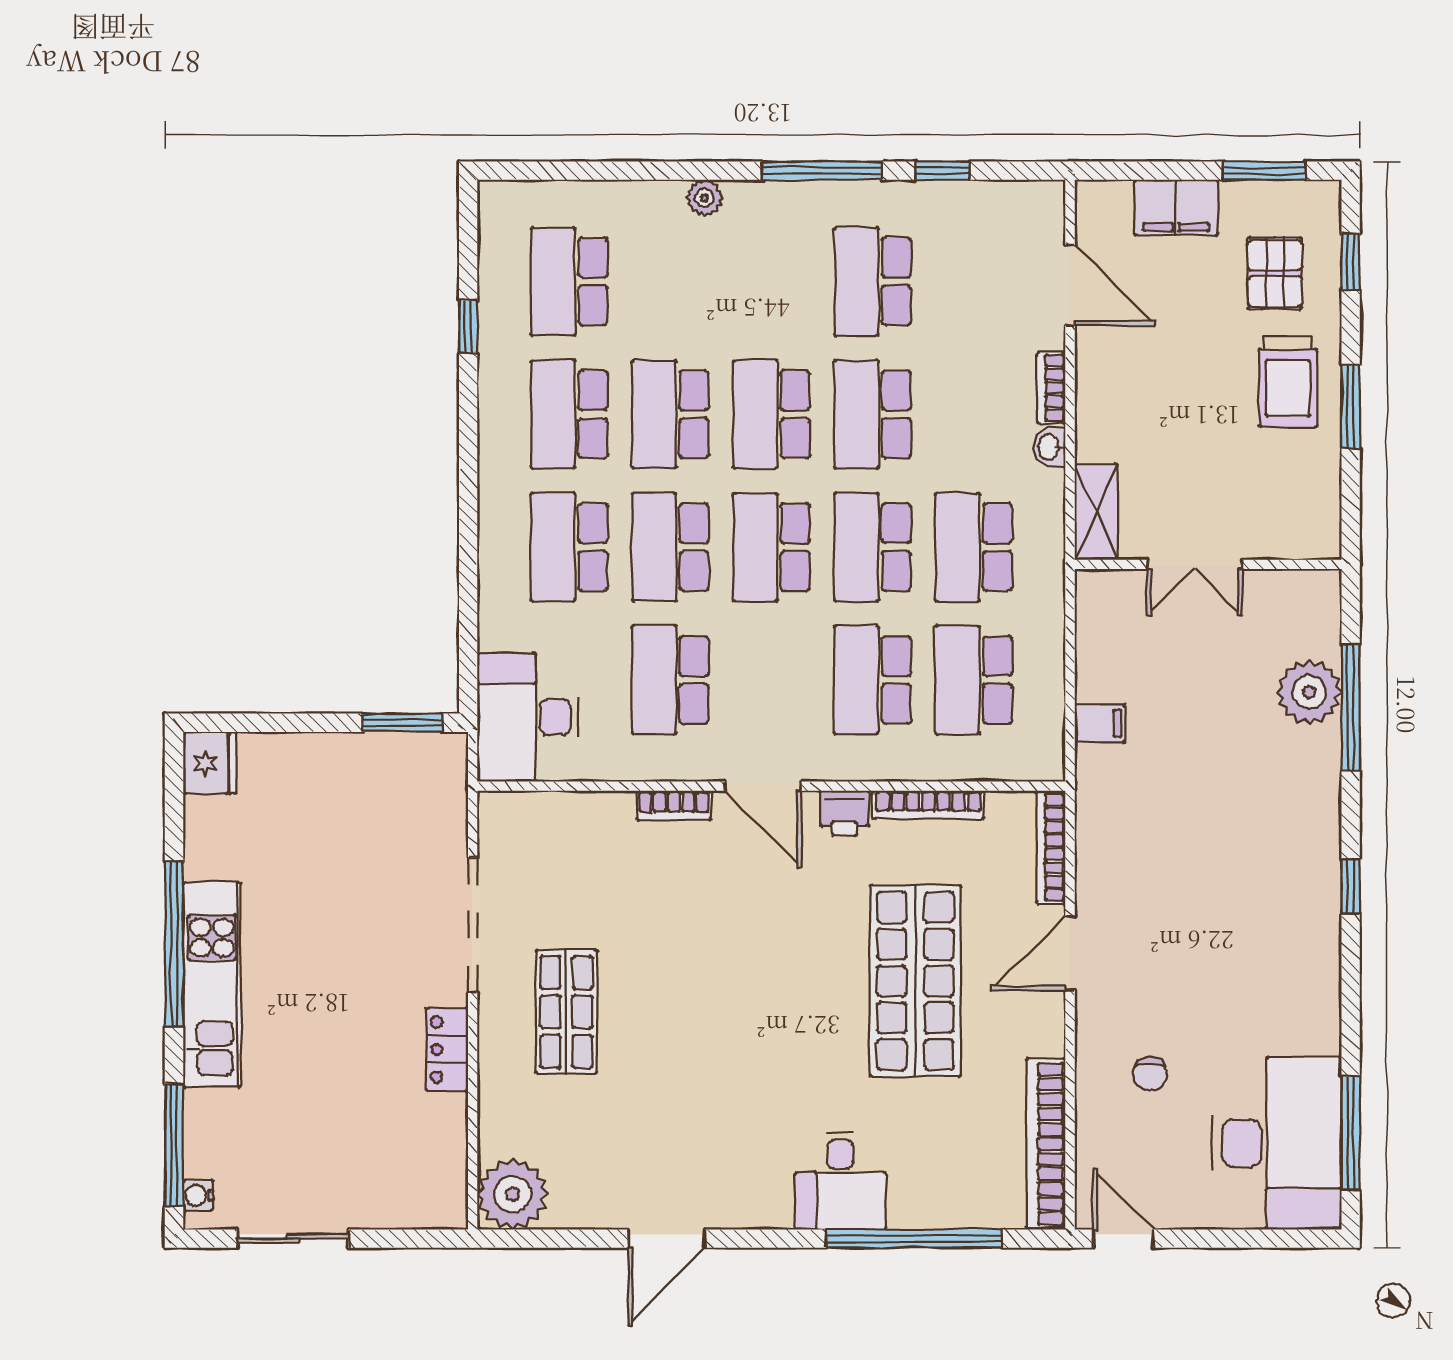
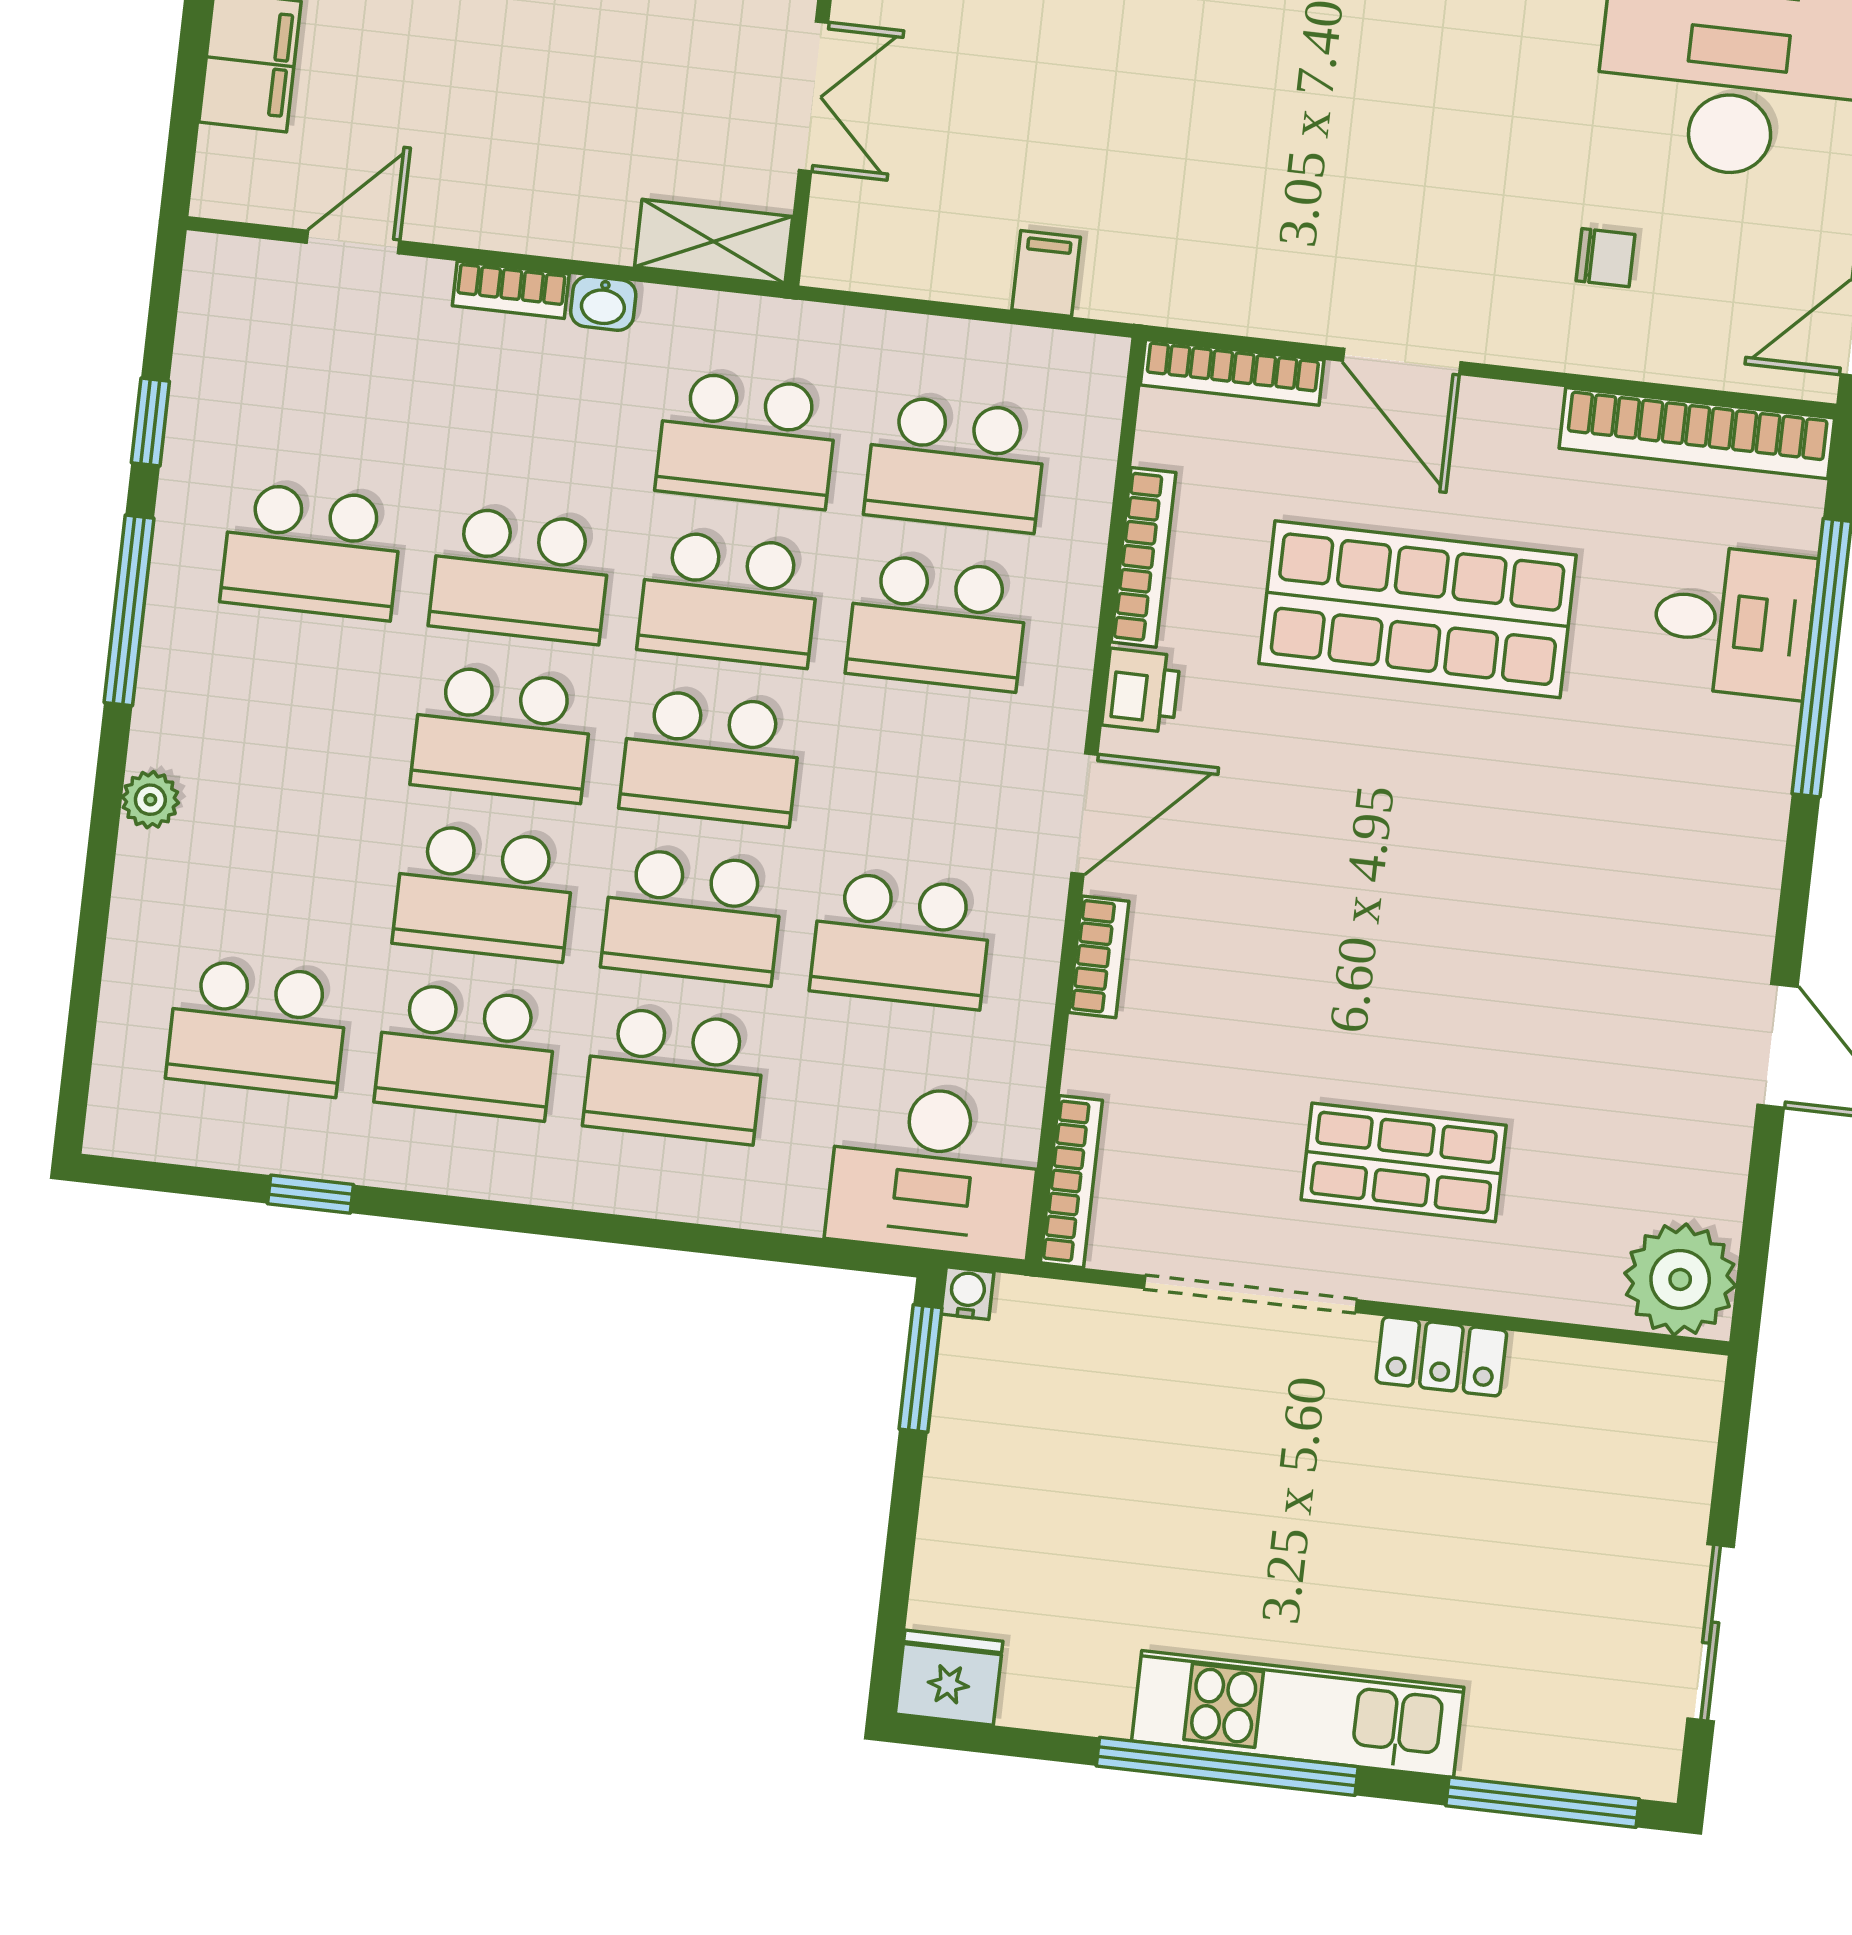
door: (1070, 285) -> (353, 242), width x0.73
bookcase: (531, 804) -> (1071, 1182), added
desk: (841, 1180) -> (1733, 621), moved
water cooler: (198, 1195) -> (967, 1293), moved, turned 180

